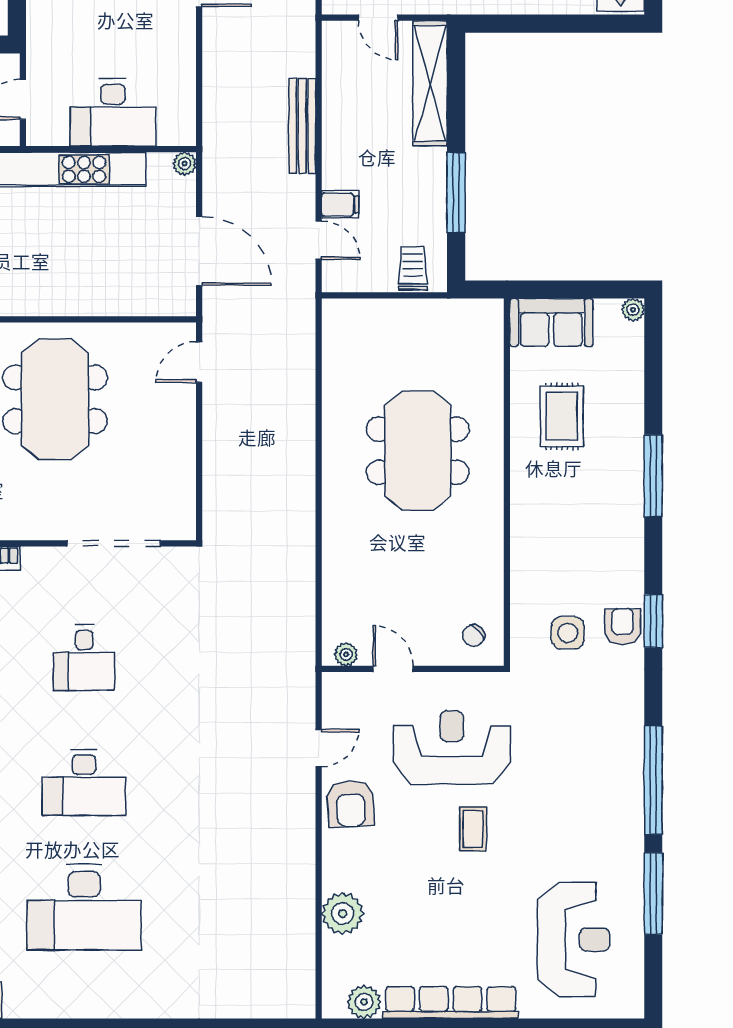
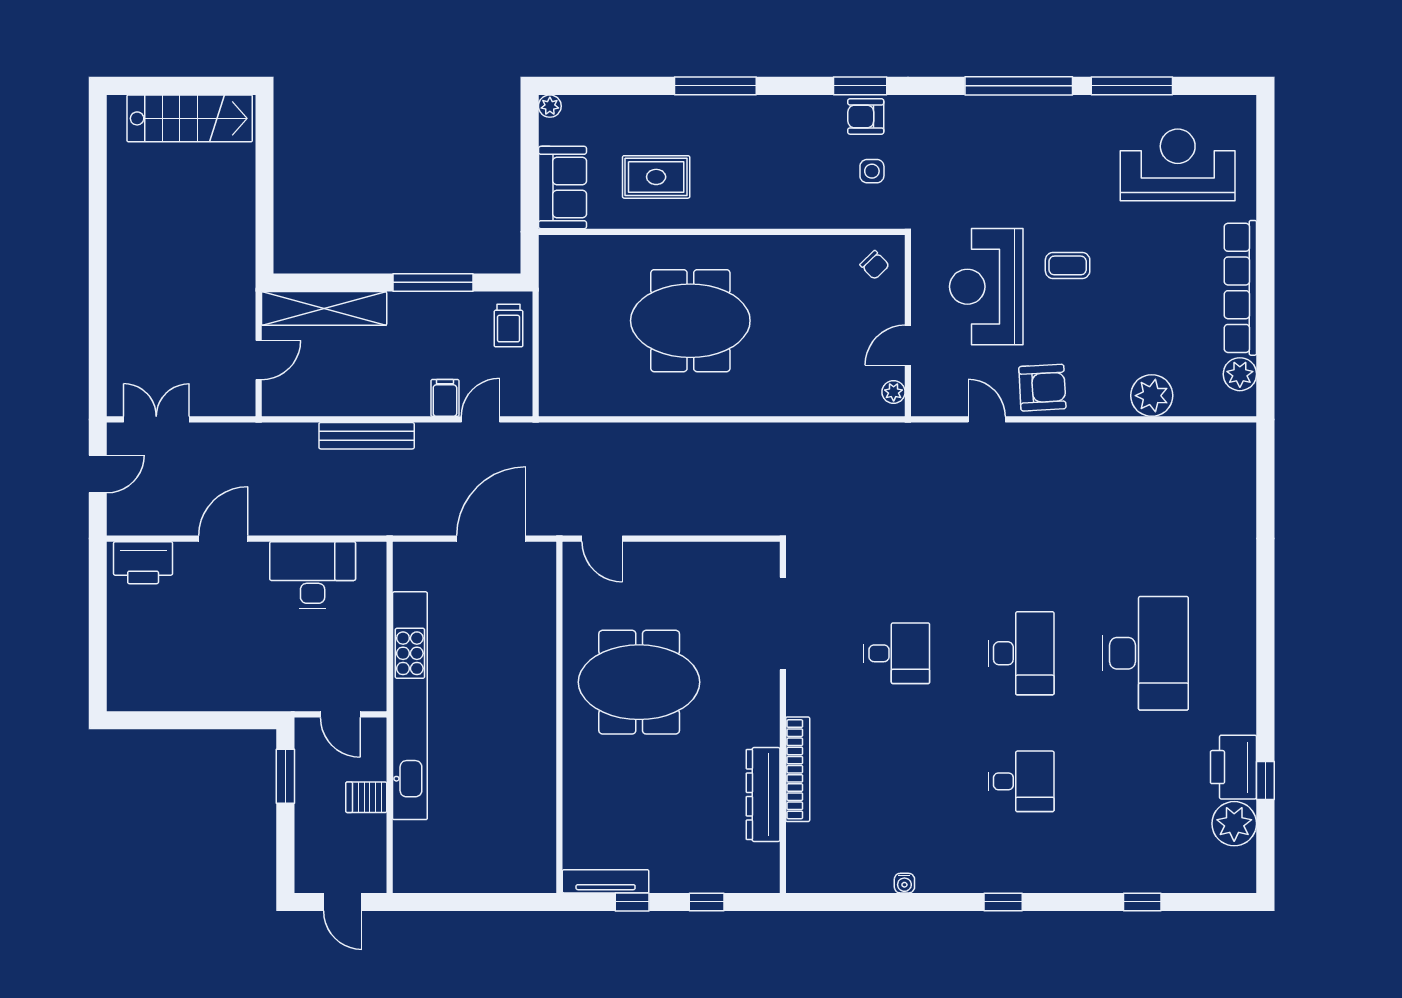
desk: (113, 112) -> (313, 575), moved, turned -90
plant: (185, 164) -> (404, 553), removed
trolley: (413, 268) -> (509, 326), turned -90
side table: (568, 633) -> (872, 171), width x0.73, depth x0.73

